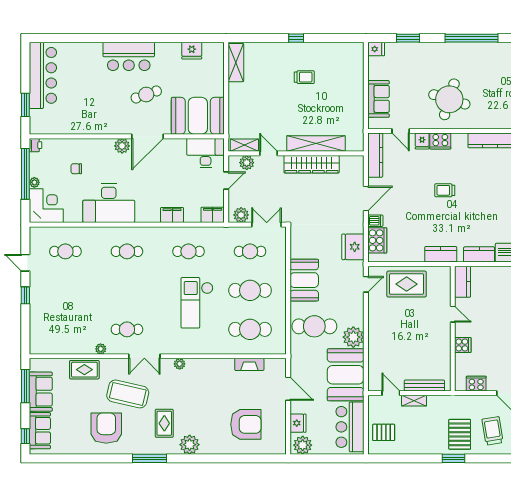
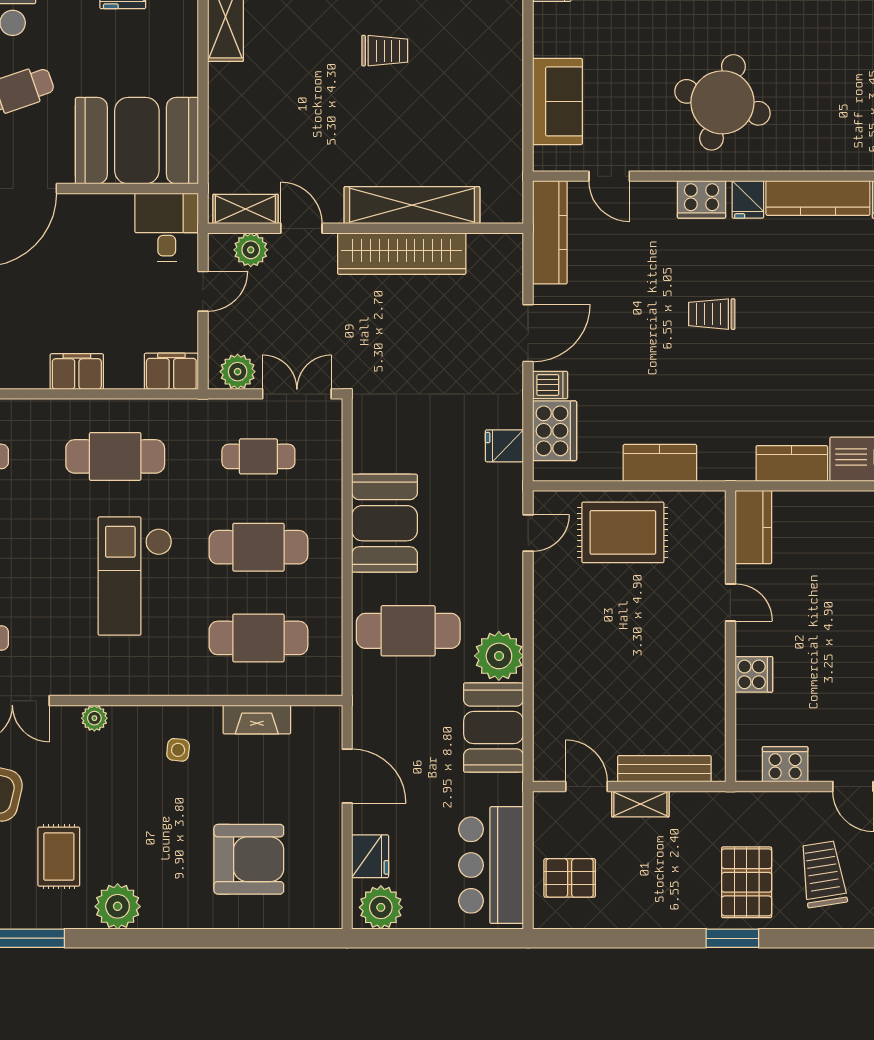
fridge: (422, 141) -> (748, 199), moved
desk: (206, 153) -> (167, 227), width x0.73
fridge: (353, 247) -> (504, 446), width x0.53, depth x0.75
cafe table: (188, 251) -> (115, 456), width x1.37, depth x1.35
kitchen counter: (441, 254) -> (660, 463), moved
booth: (346, 375) -> (494, 728), width x0.73, depth x0.70
side table: (215, 377) -> (178, 750), added

